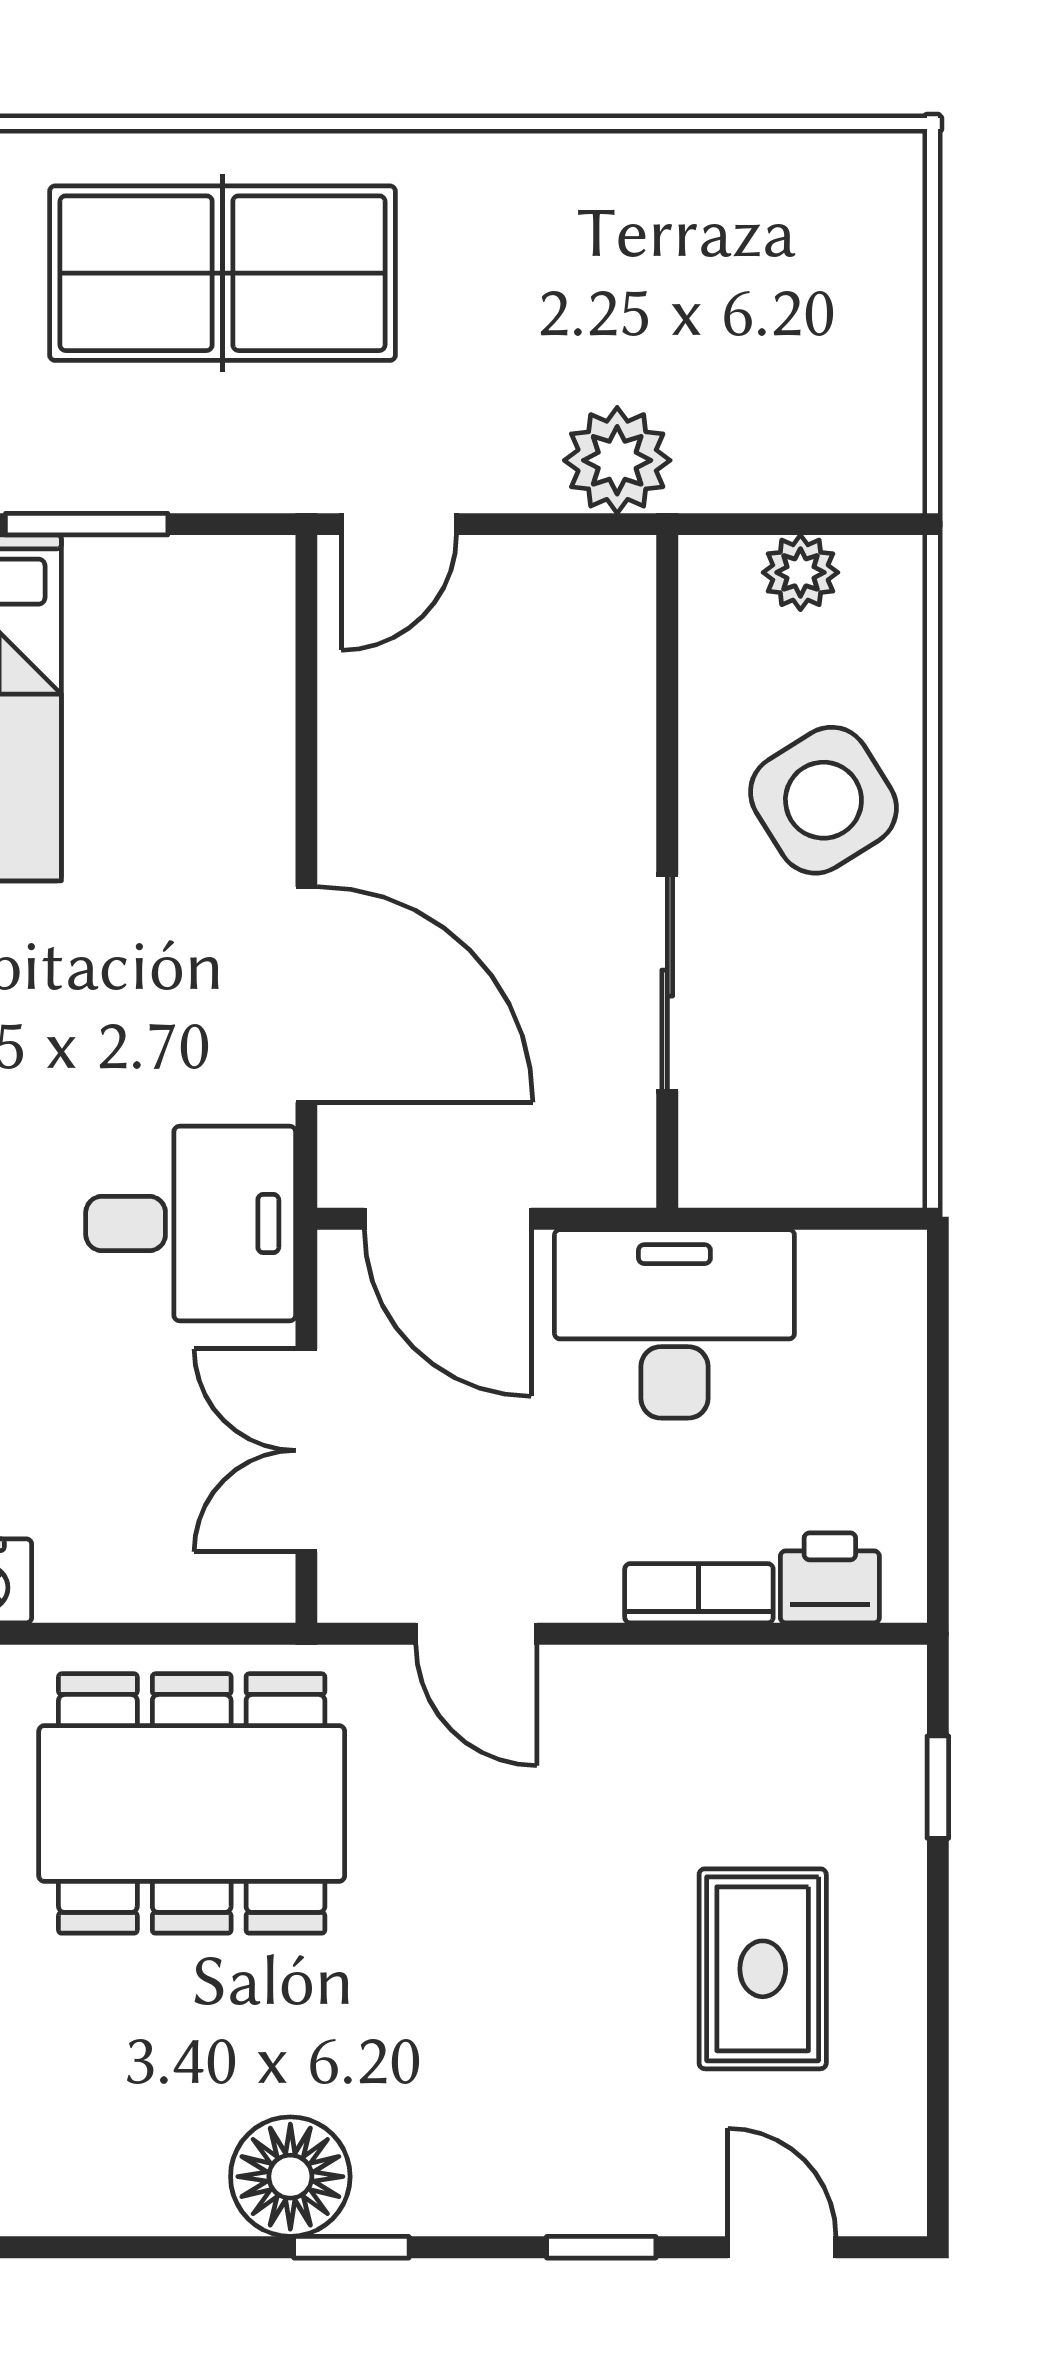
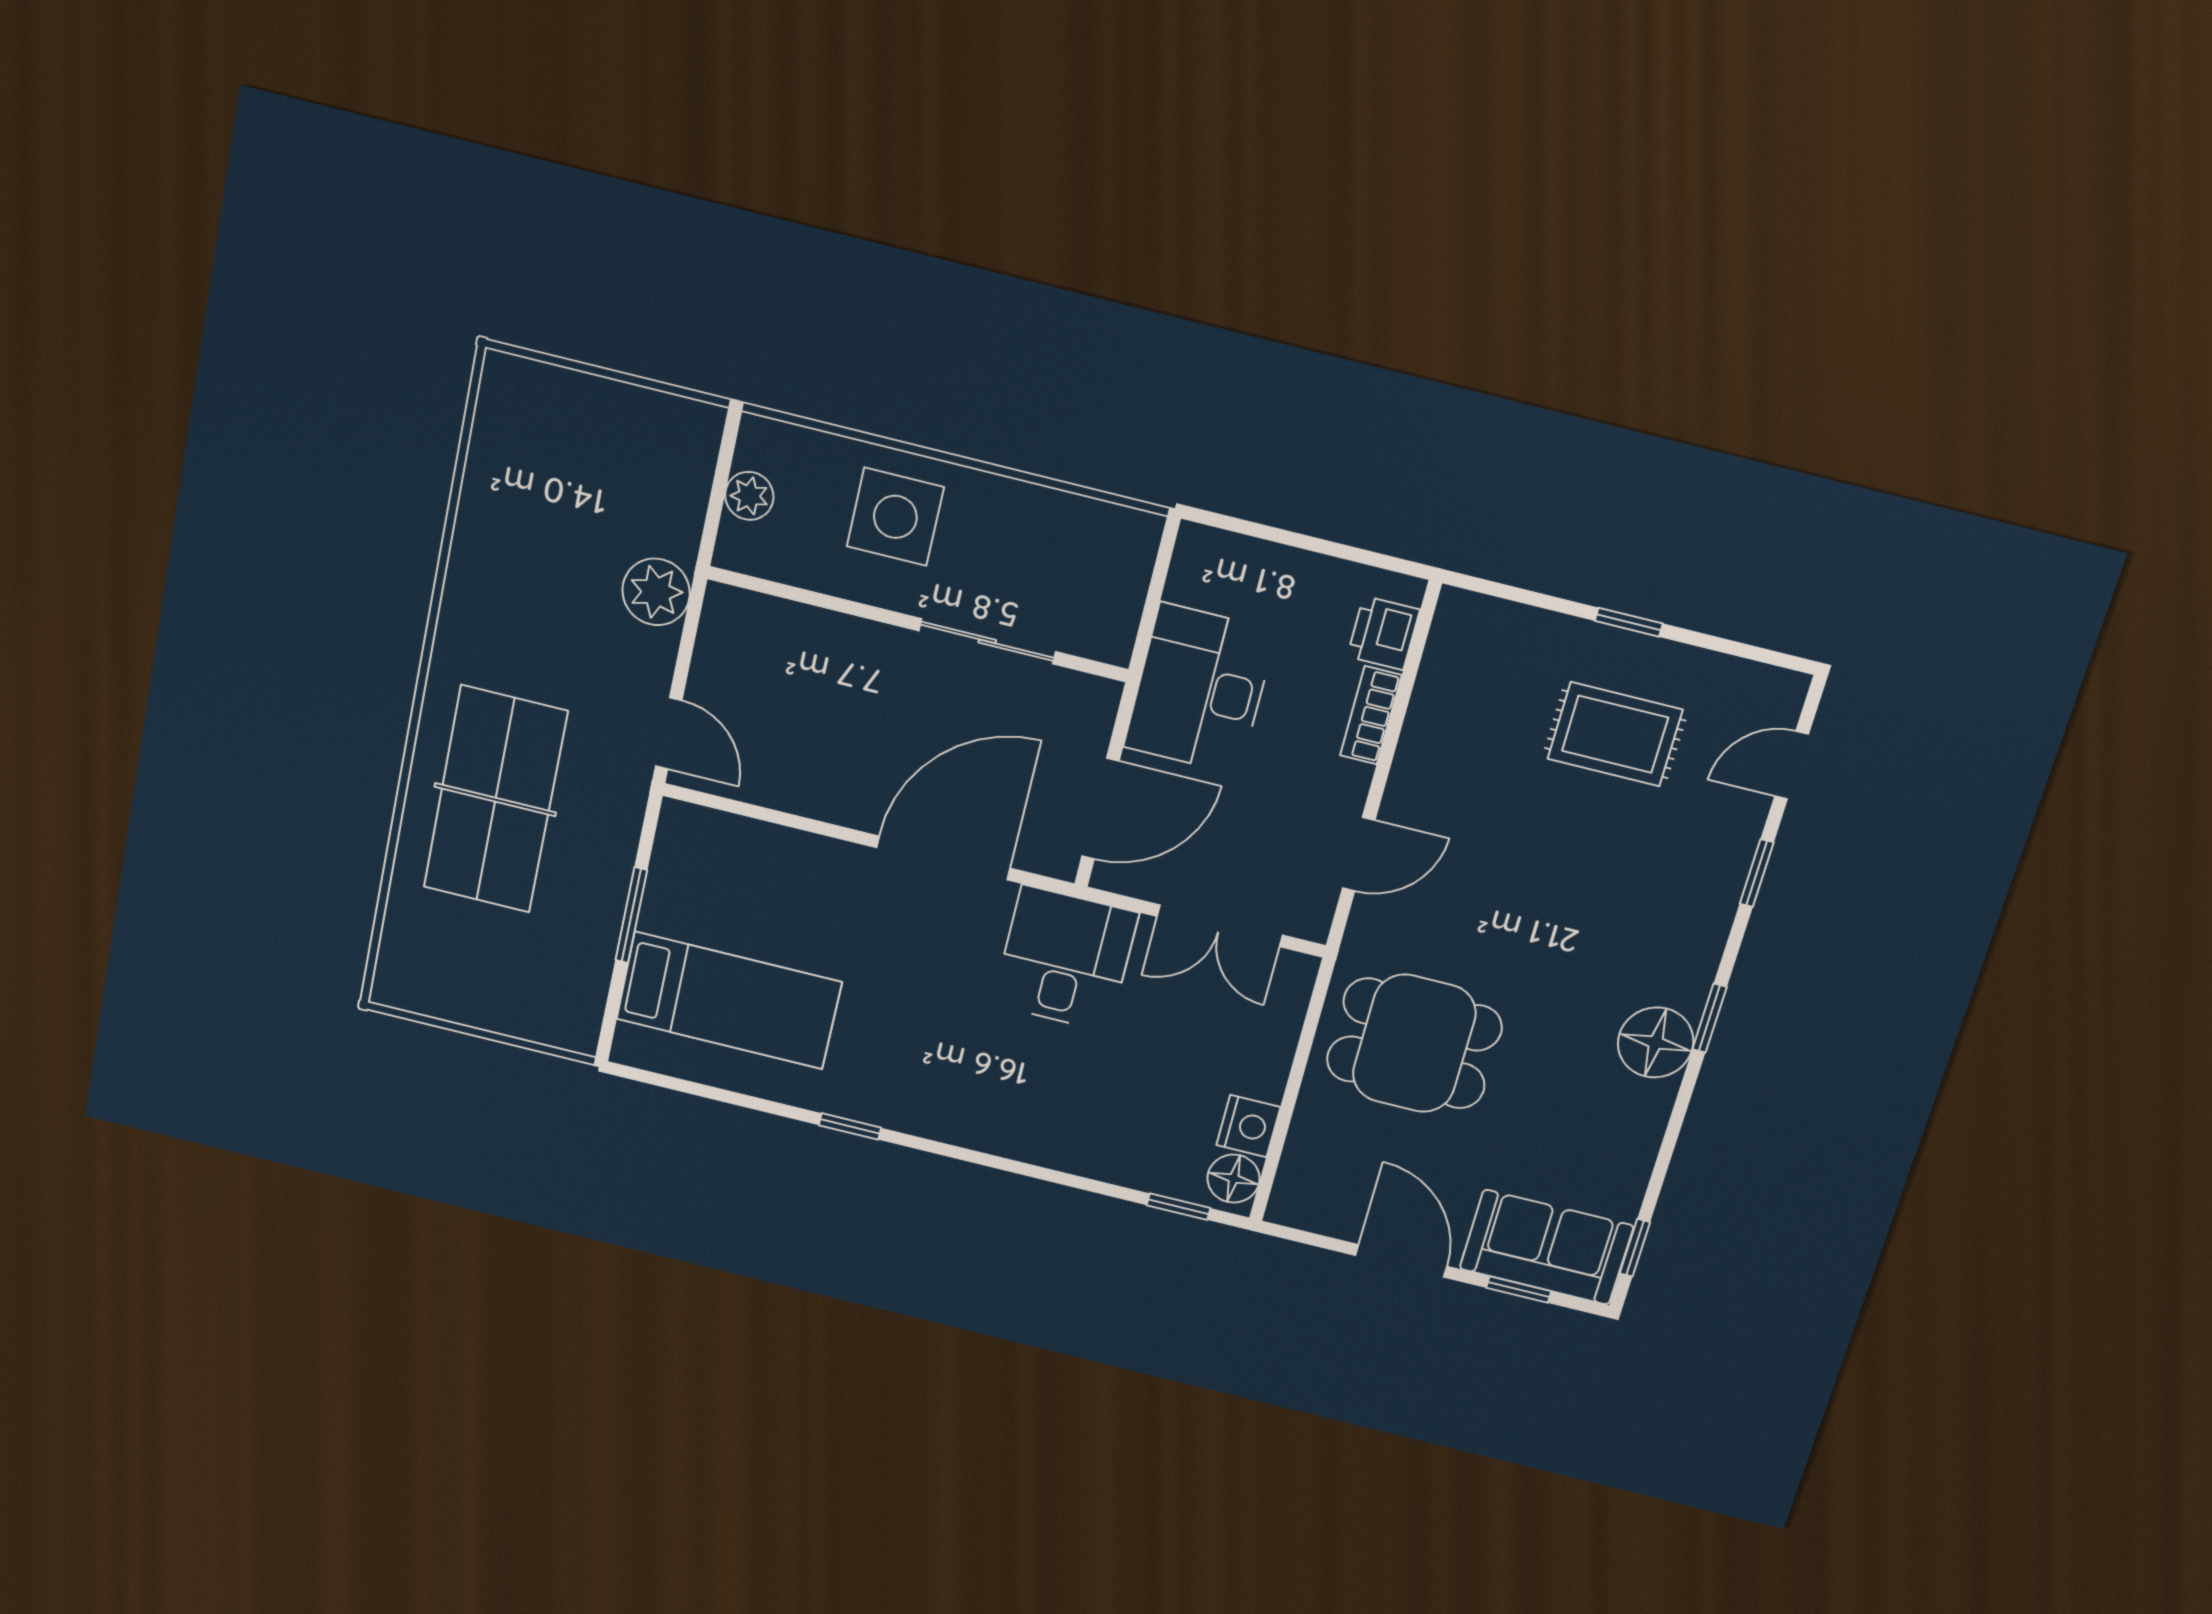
side table: (823, 800) -> (895, 517), turned 32
window: (938, 1787) -> (1629, 622), moved
dining table: (192, 1803) -> (1414, 1043), width x0.73

